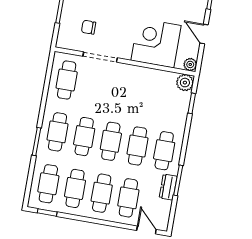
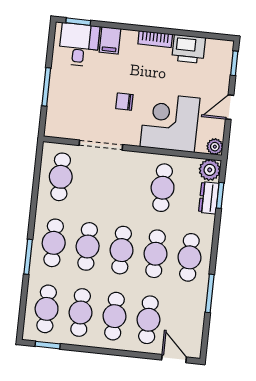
chair: (89, 27) -> (124, 102), moved
door: (204, 34) -> (230, 107), hinge flipped
cafe table: (147, 94) -> (163, 188), added
dresser: (168, 187) -> (209, 198), moved

